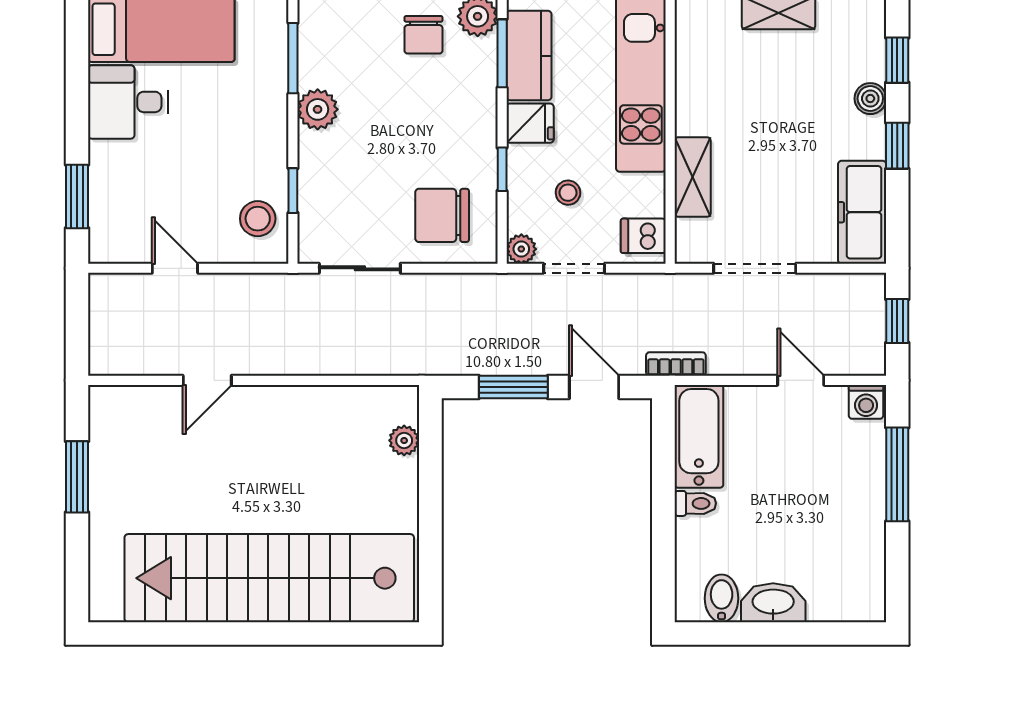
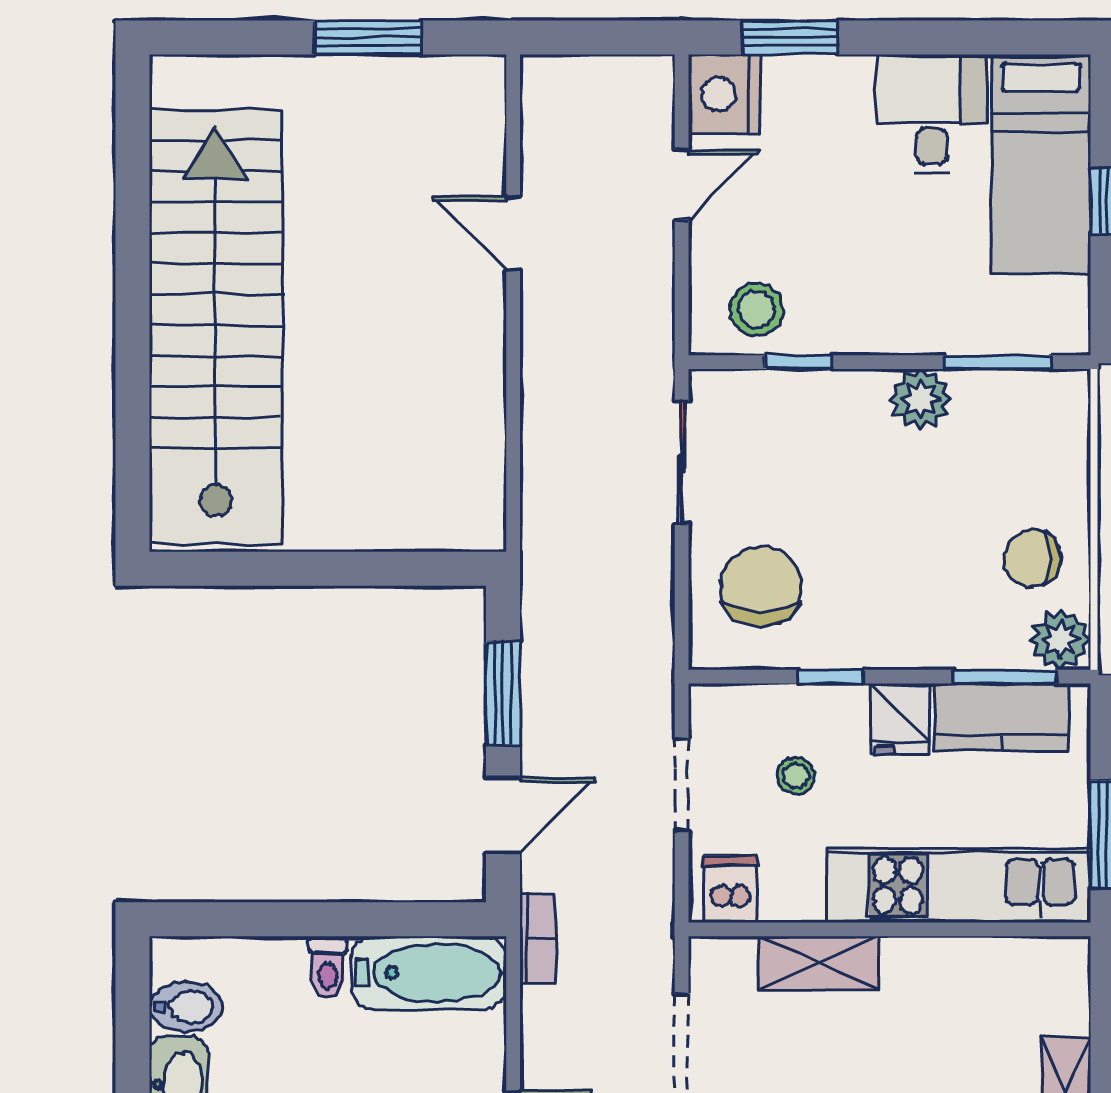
nightstand: (115, 240) -> (724, 94), added
plant: (521, 249) -> (711, 706), removed
plant: (404, 440) -> (423, 529), removed

